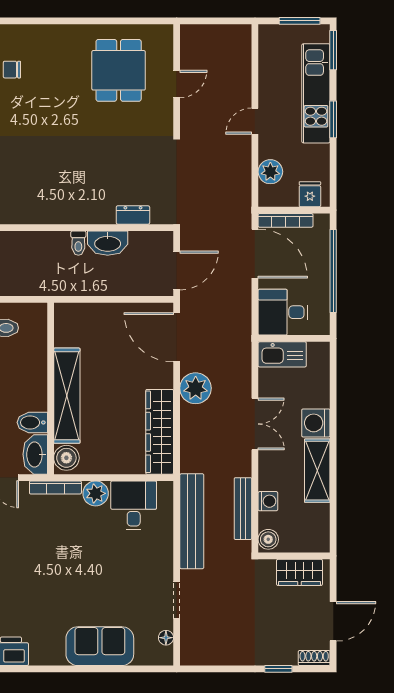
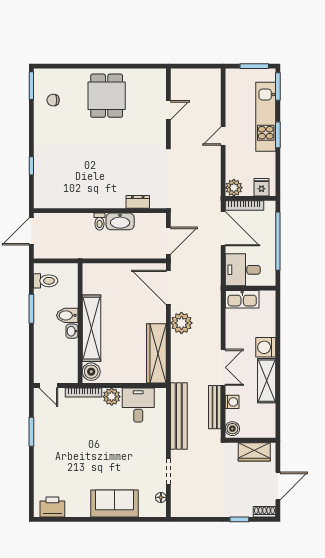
dining table: (119, 70) -> (107, 96), moved
plant: (270, 172) -> (234, 188), moved
bidet: (32, 422) -> (67, 315), moved
double door: (255, 424) -> (223, 367), moved
washbasin: (35, 454) -> (72, 331), moved, width x0.52, depth x0.69

